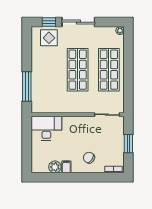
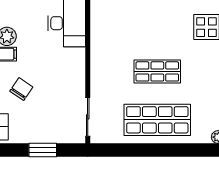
shop shelf: (78, 70) -> (157, 71), width x0.70, depth x0.74

